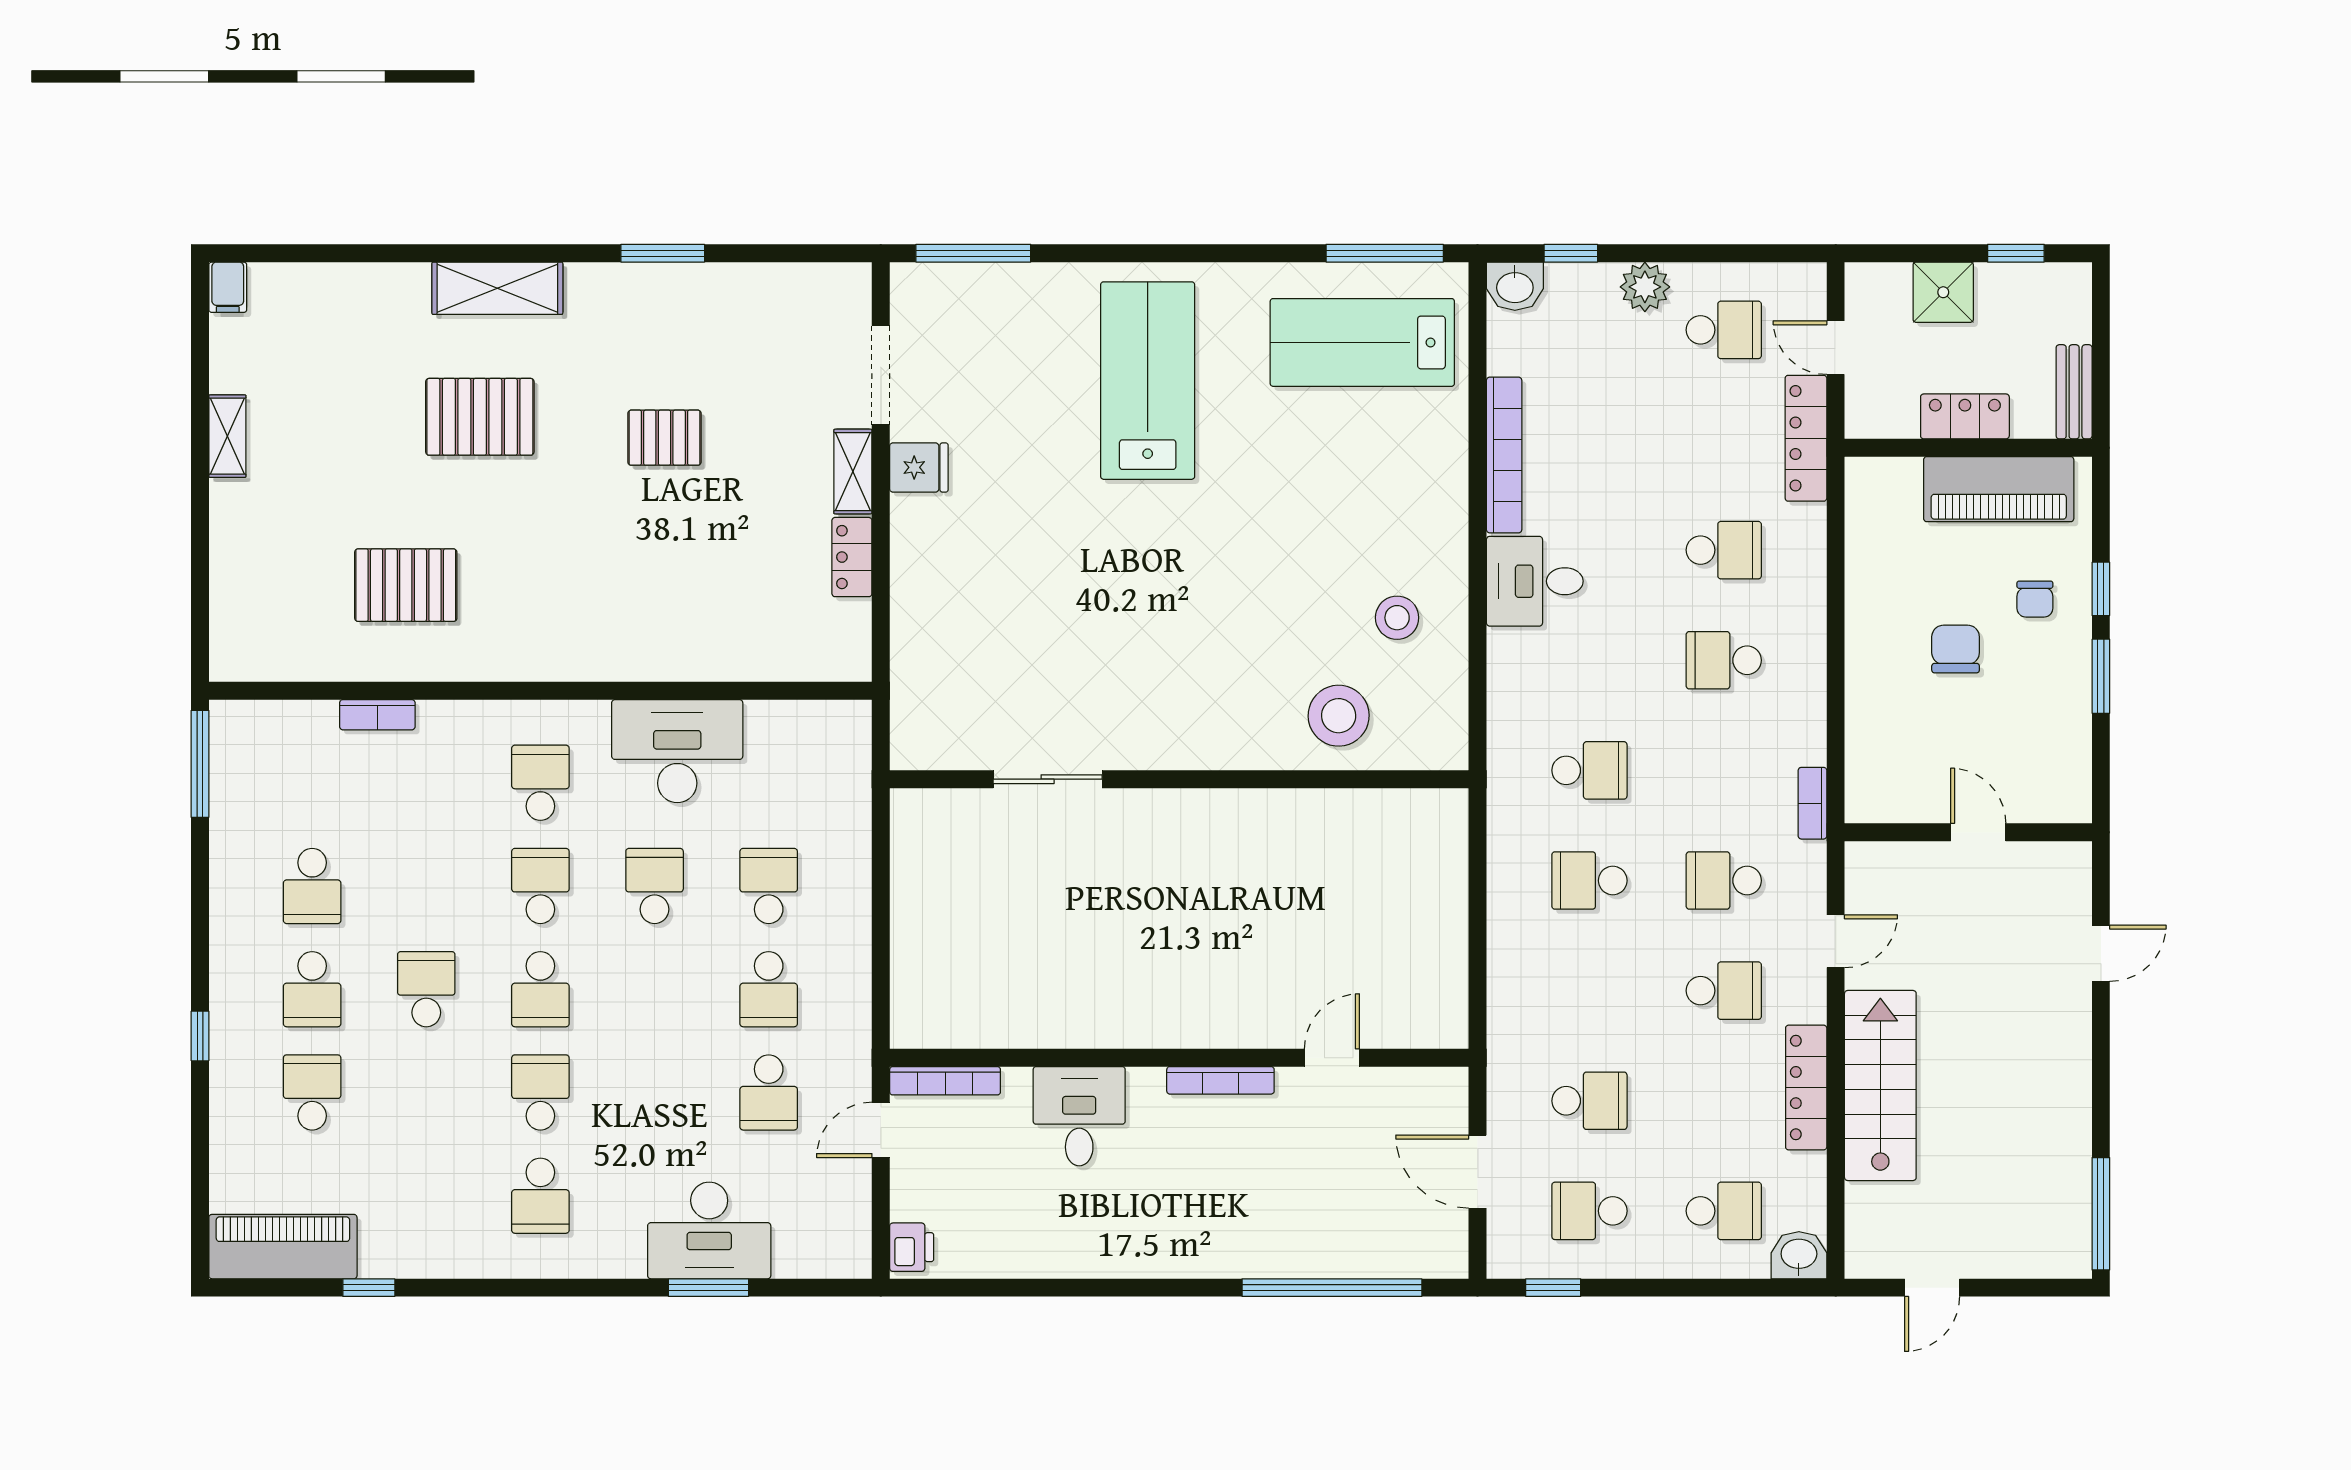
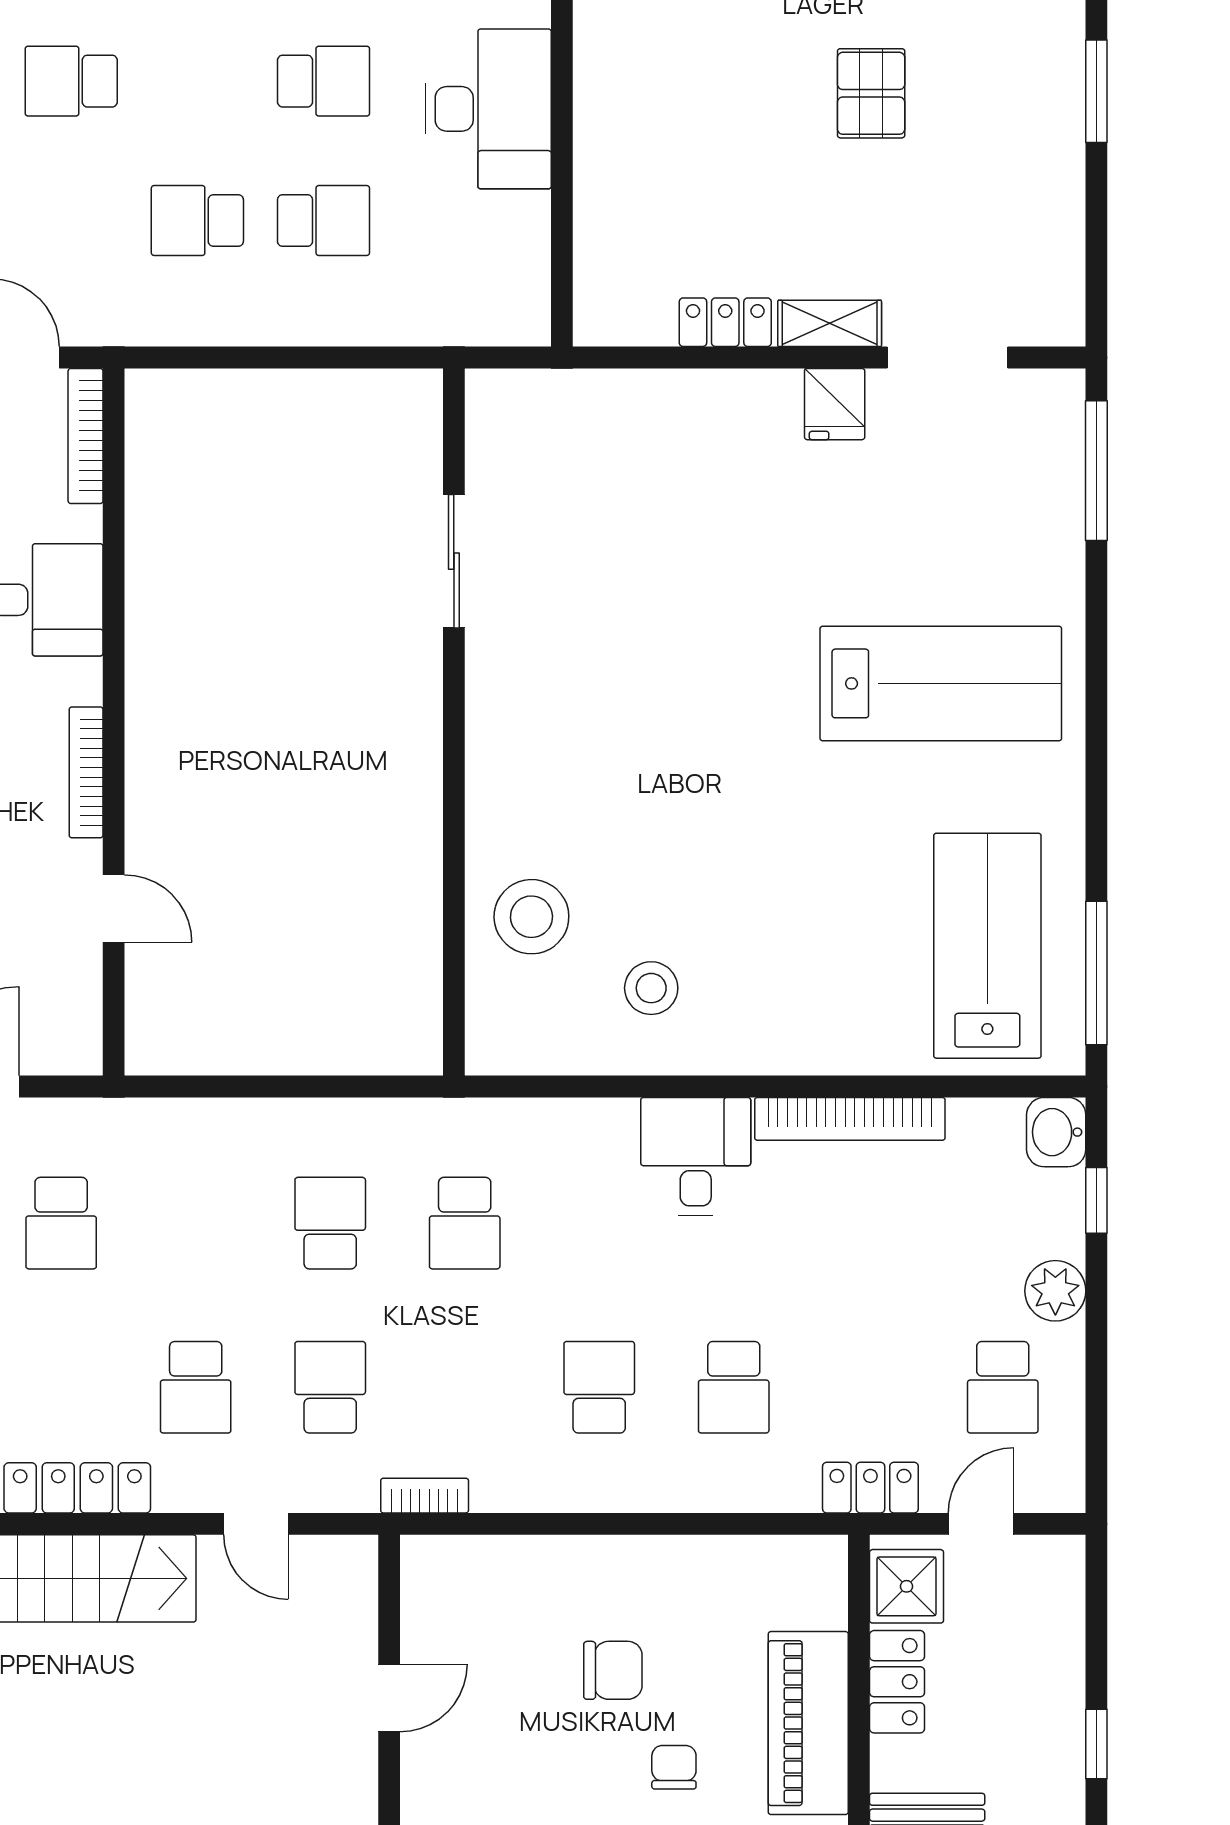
shower: (1943, 292) -> (907, 1586), moved
locker: (1806, 438) -> (870, 1488), width x0.66
chair: (2035, 599) -> (674, 1767), turned 90
school desk: (769, 1092) -> (71, 81), moved

